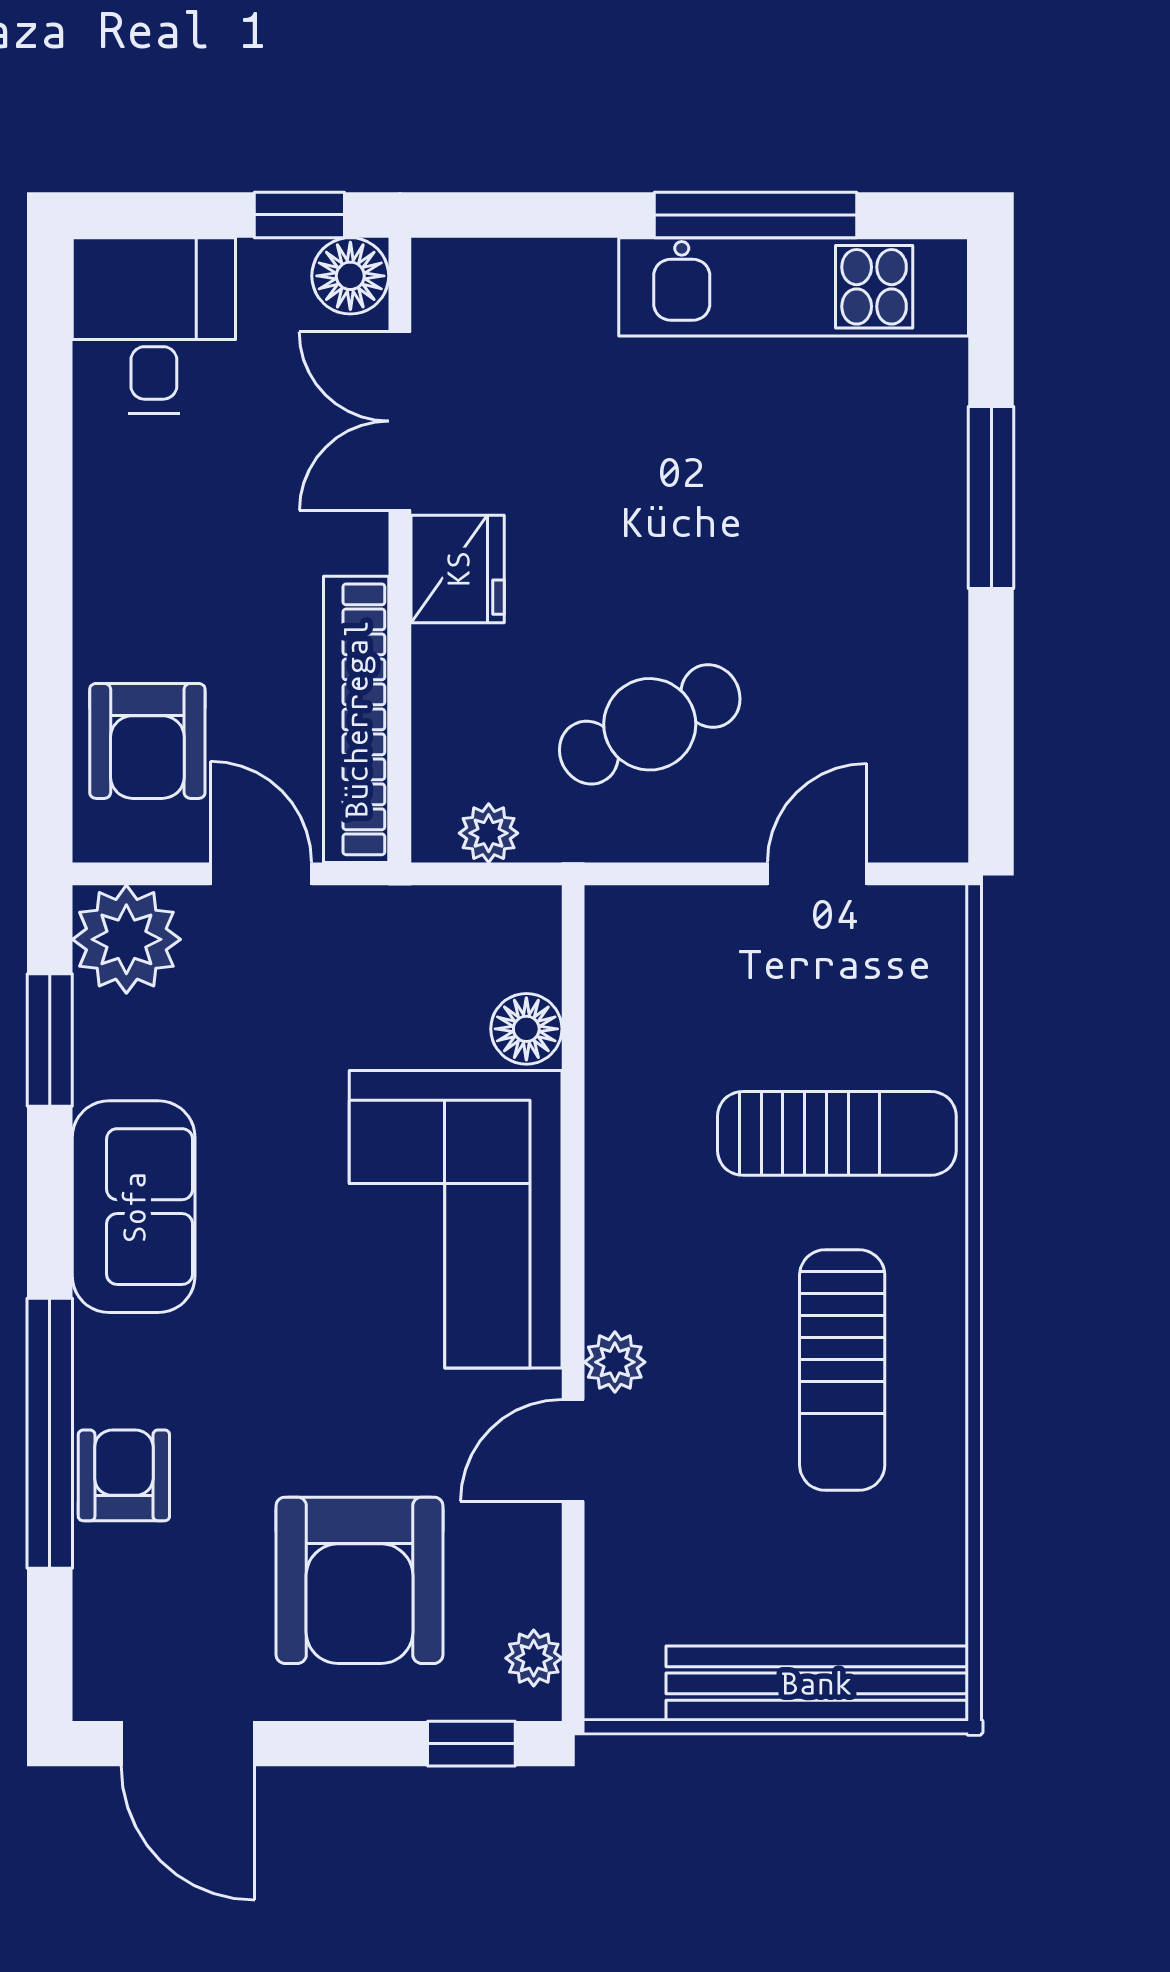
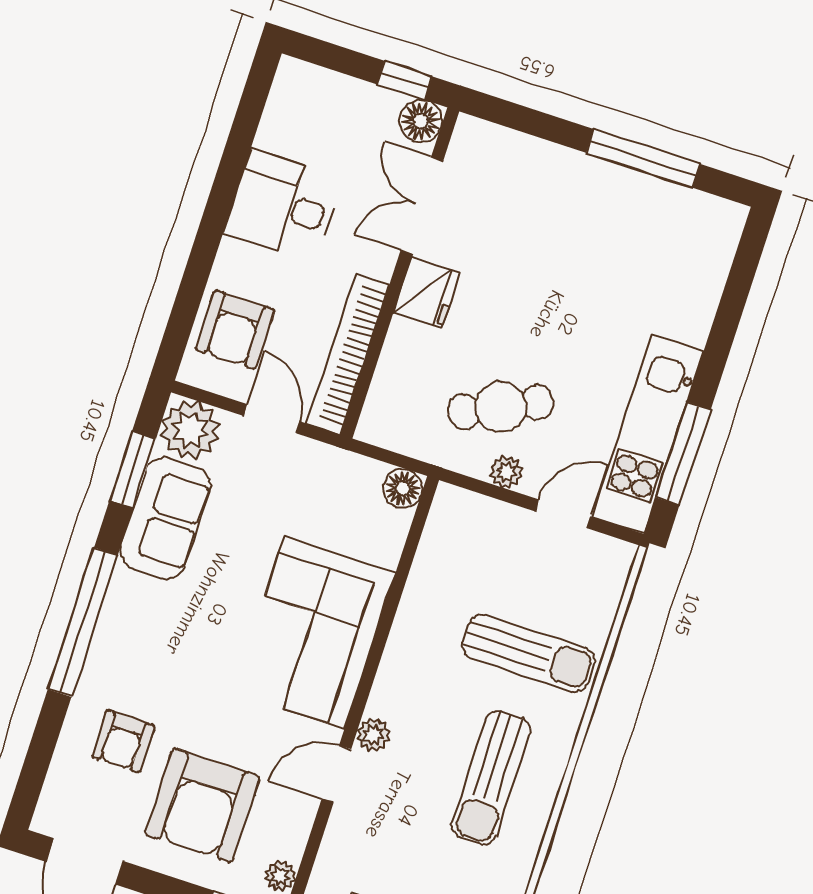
kitchen unit: (794, 287) -> (648, 434), moved, turned 90
desk: (154, 325) -> (283, 206), moved, turned -90
window: (991, 498) -> (683, 453), moved
plant: (489, 833) -> (506, 472), moved
floor lamp: (526, 1029) -> (403, 489), moved
sofa: (134, 1207) -> (165, 518), moved
window: (50, 1433) -> (83, 622), moved
armchair: (124, 1475) -> (123, 741), moved, turned 180

